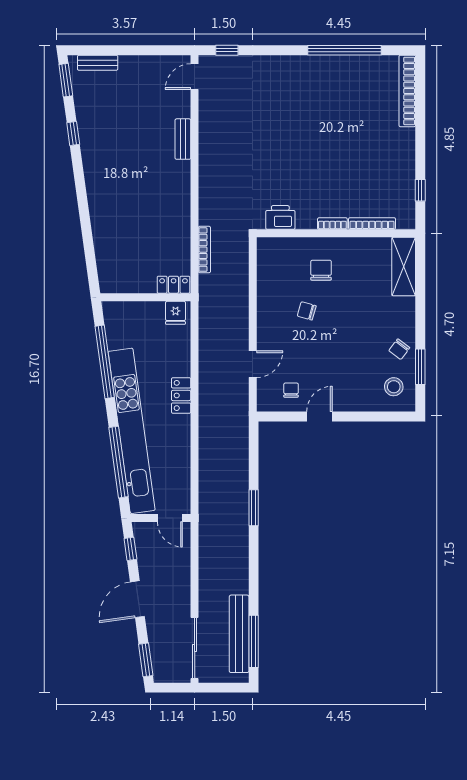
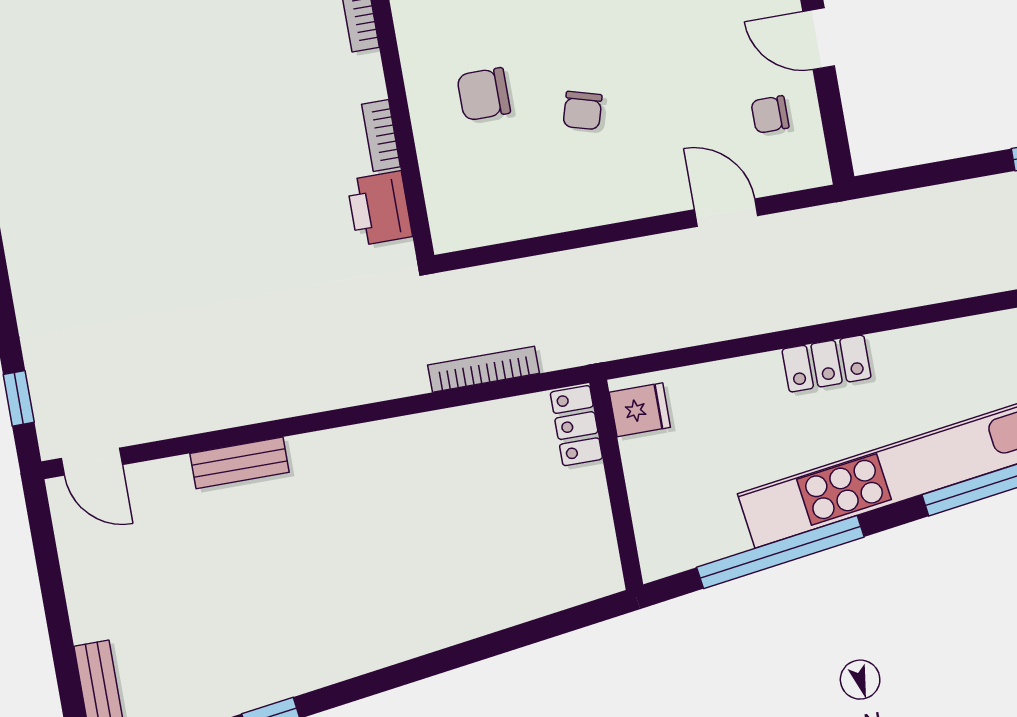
bookcase: (332, 224) -> (381, 135), moved

